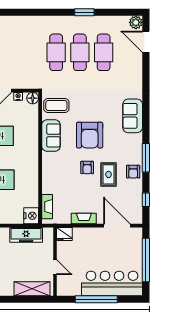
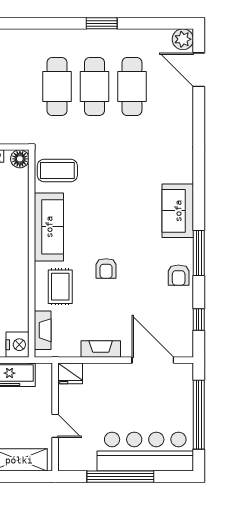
sofa: (133, 116) -> (178, 211), moved
armchair: (90, 135) -> (110, 217), removed
sofa: (51, 136) -> (49, 227), width x1.36
rug: (109, 174) -> (60, 287), moved

